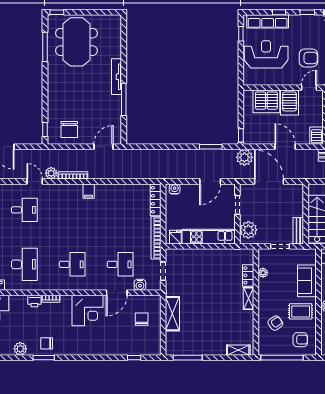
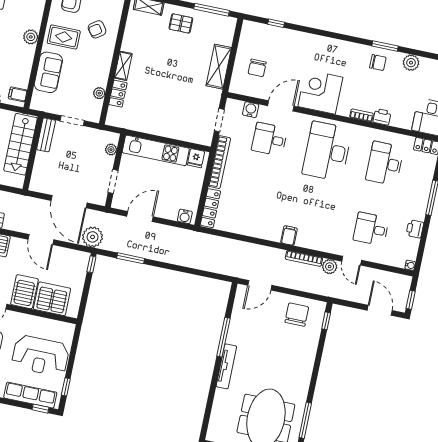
window: (279, 12) -> (40, 409), moved
plant: (248, 230) -> (111, 150), width x0.53, depth x0.53
desk: (72, 264) -> (327, 151), width x1.87, depth x1.30
pallet: (210, 342) -> (181, 23), added

